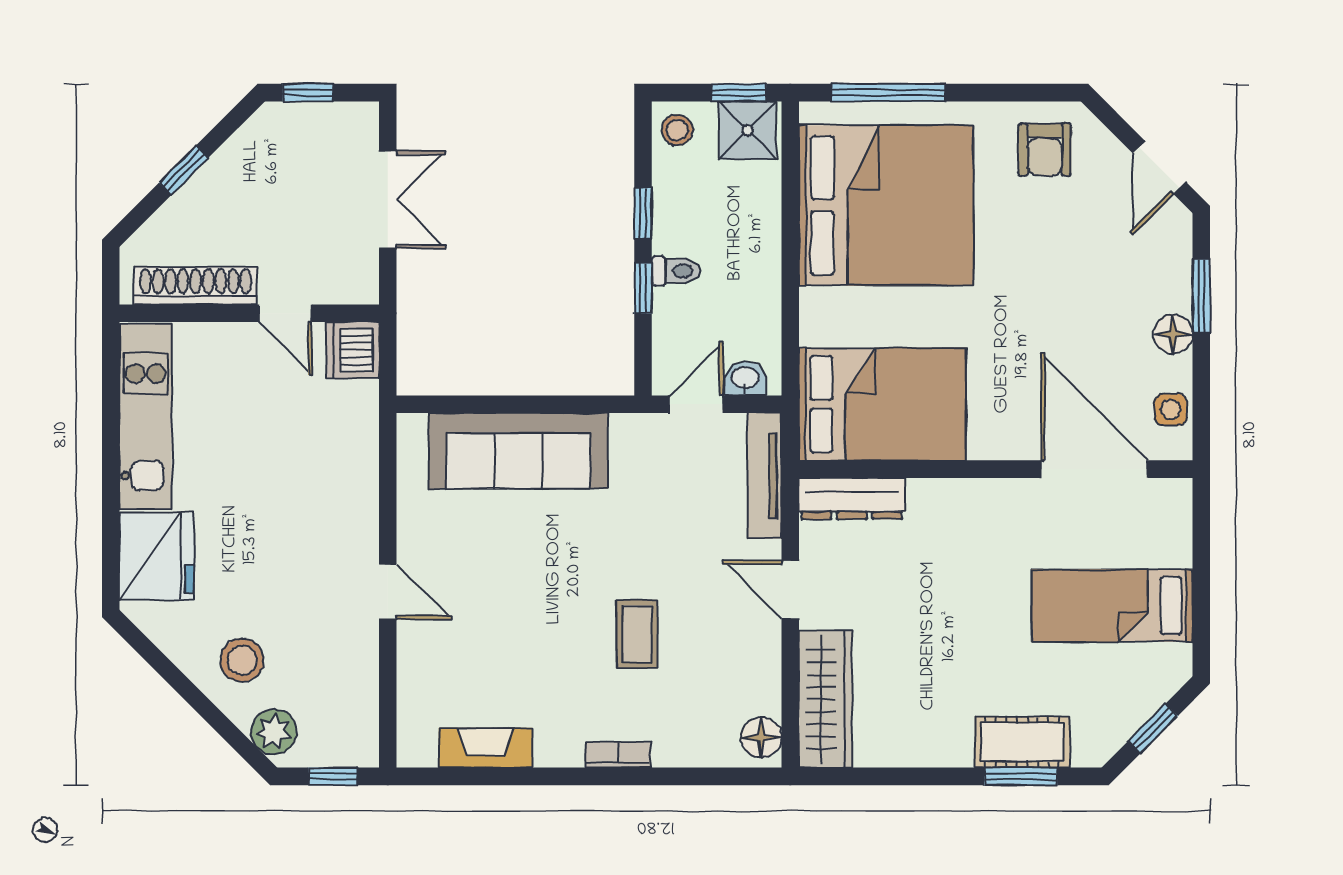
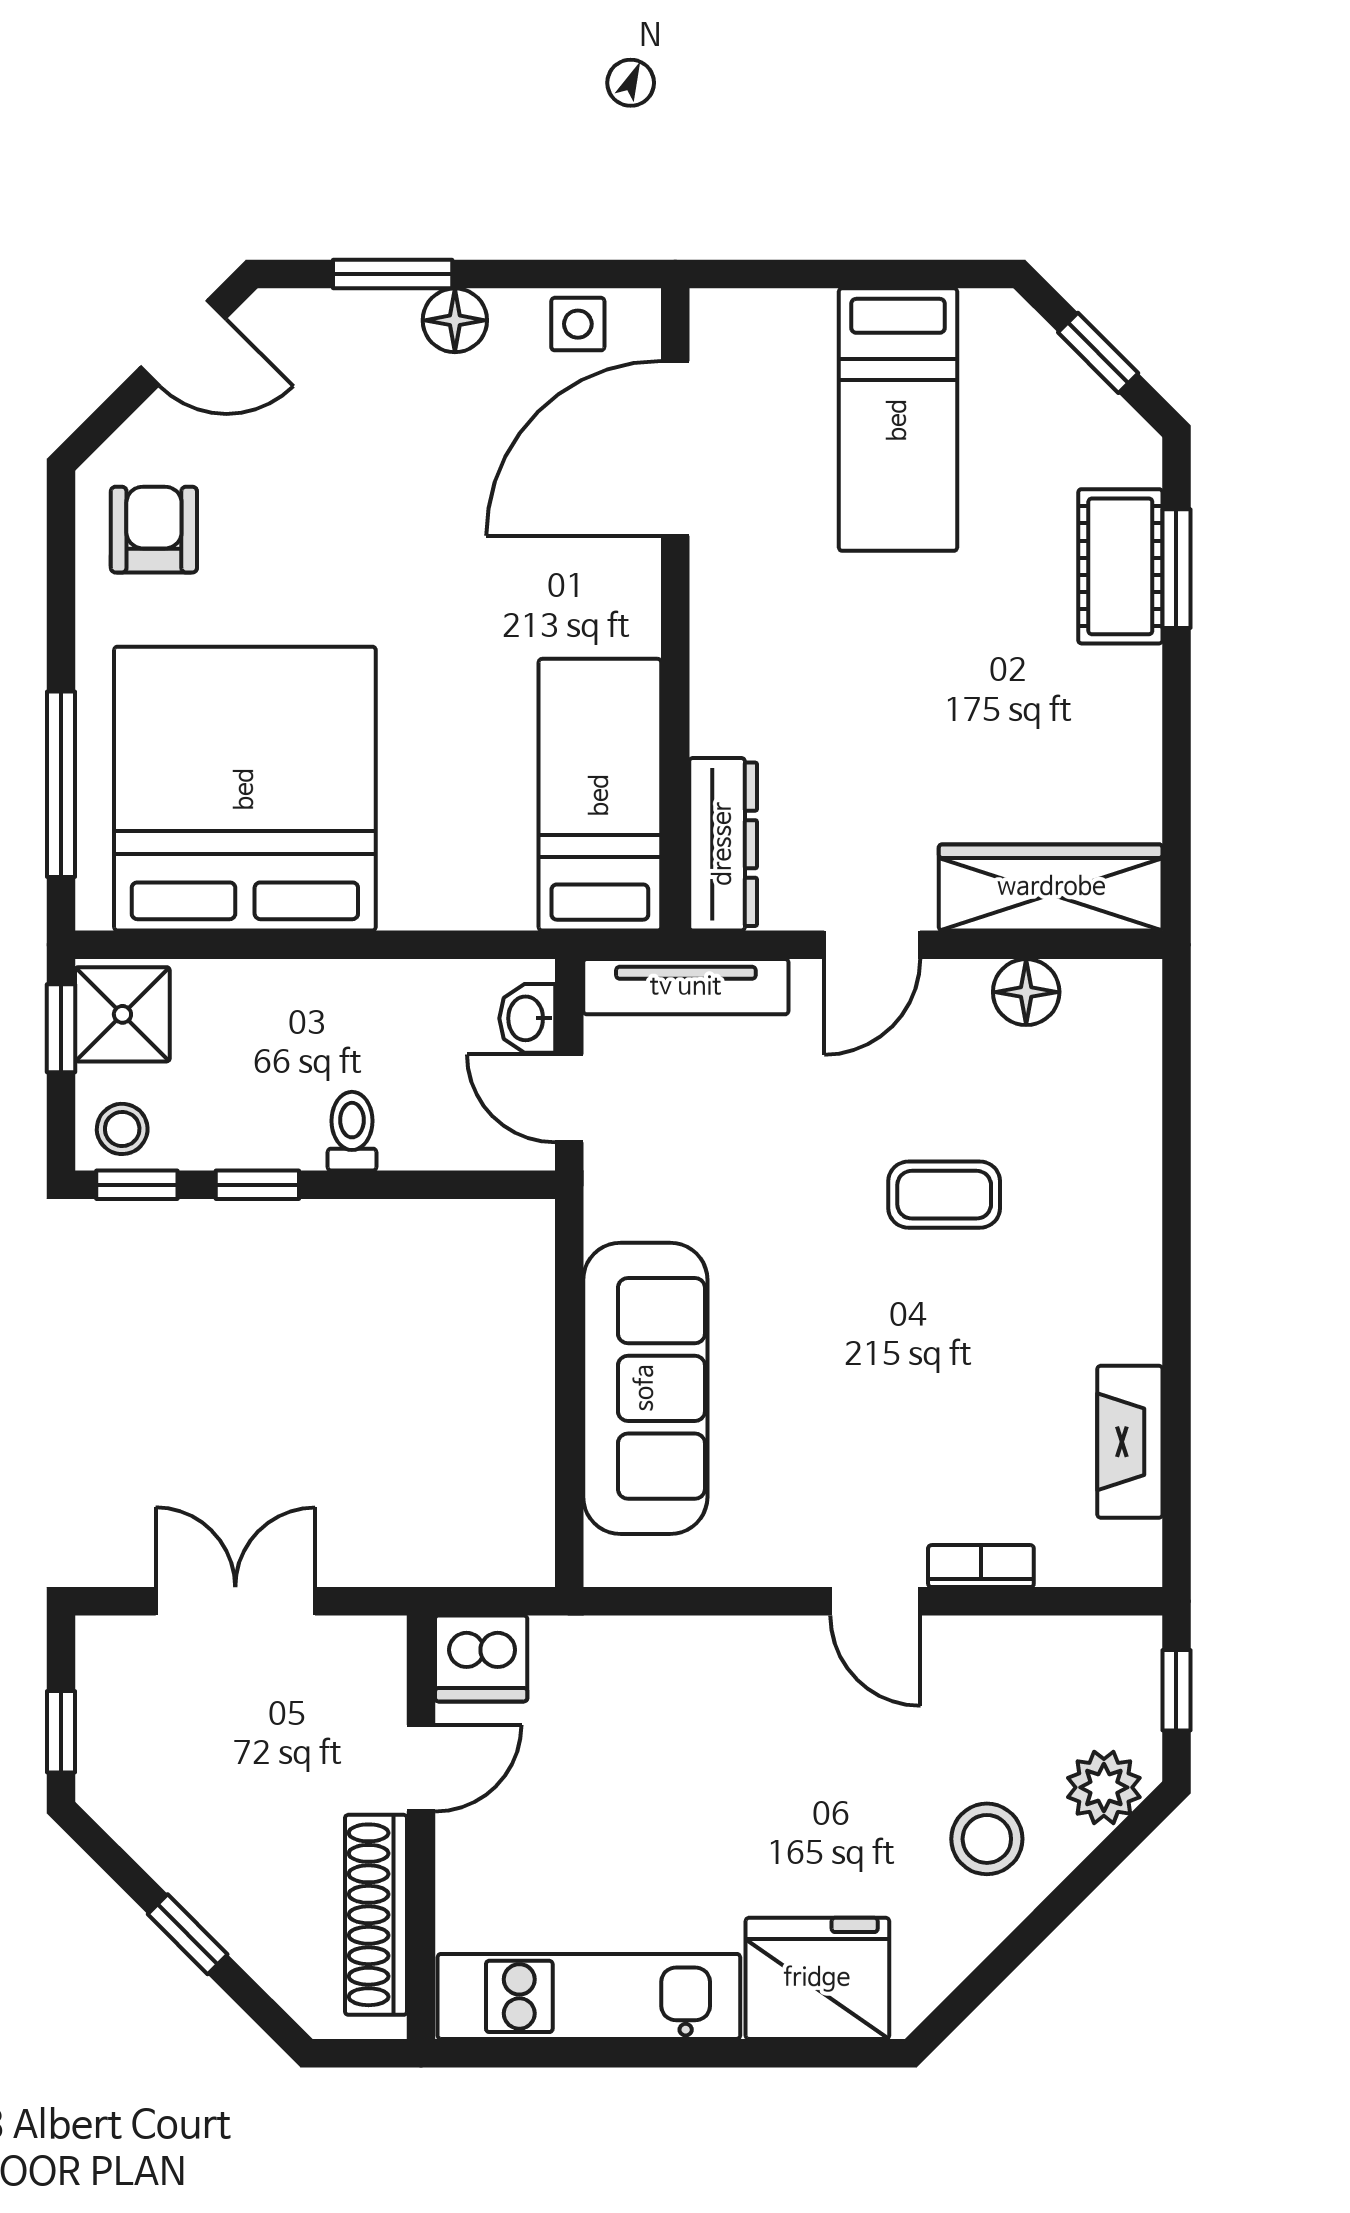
armchair: (1045, 150) -> (154, 530), turned -90
window: (643, 288) -> (137, 1185), moved
bed: (882, 404) -> (600, 795), width x0.67
door: (388, 592) -> (875, 1601), swing flipped
floor lamp: (761, 737) -> (1026, 992), moved
bookcase: (618, 755) -> (981, 1566), moved, turned 90

